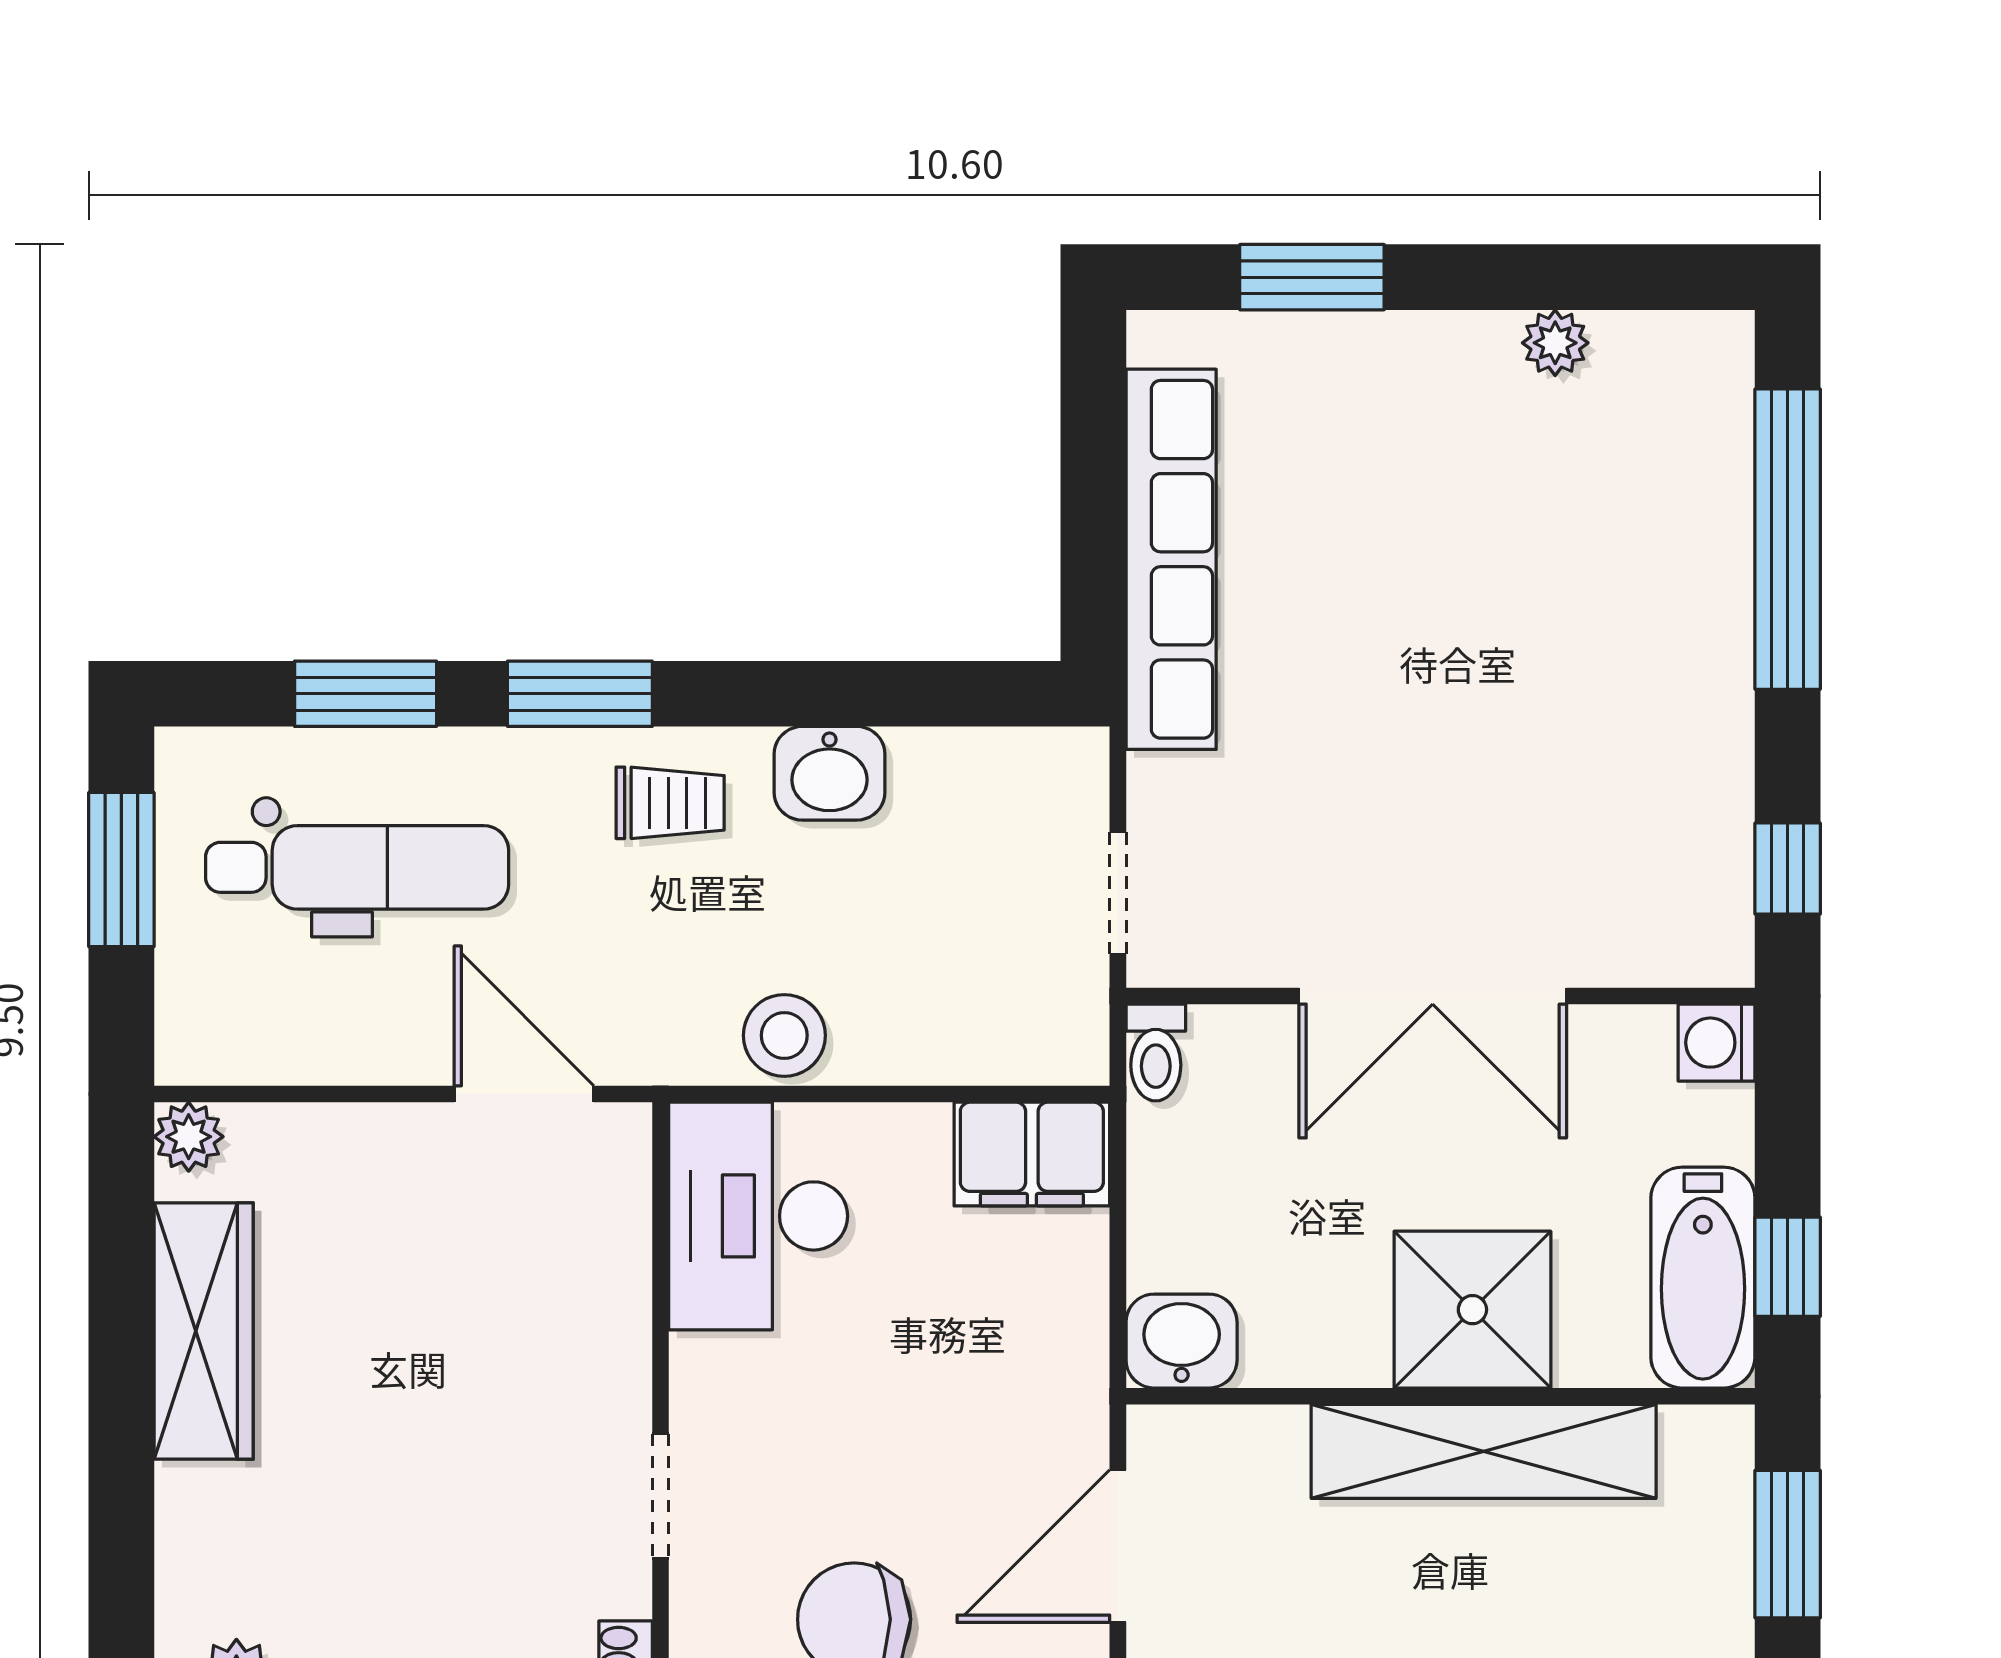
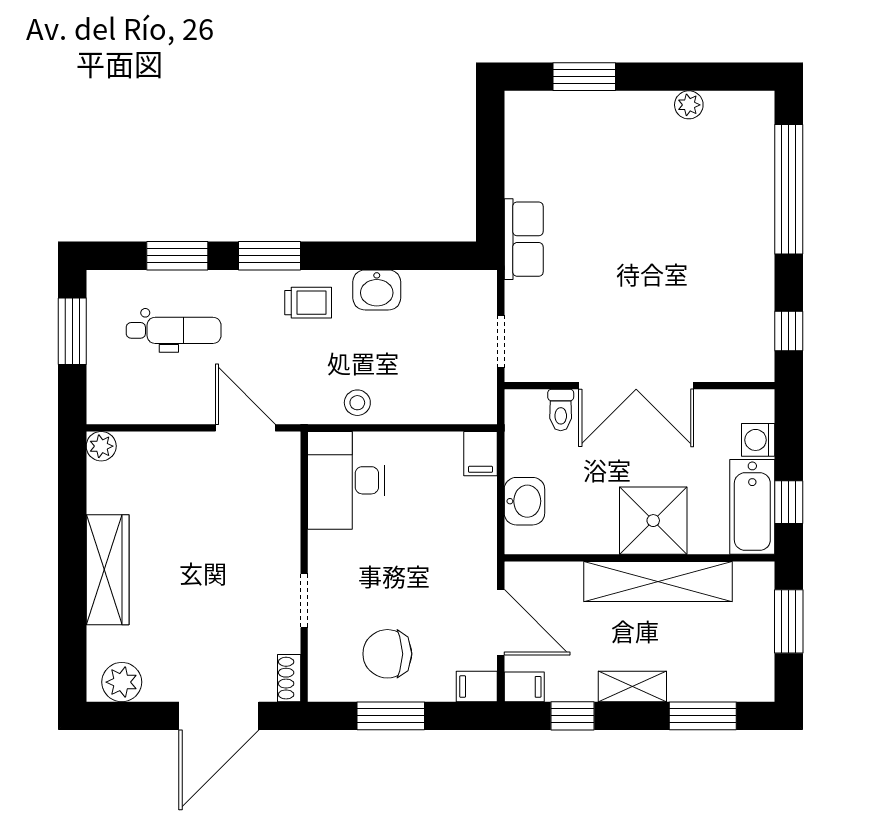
row of seats: (1171, 559) -> (524, 239), width x0.50
dental chair: (357, 867) -> (174, 330), width x0.73, depth x0.72
stool: (784, 1035) -> (357, 403), width x0.73, depth x0.73
washing machine: (1716, 1043) -> (758, 440), moved
toilet: (1156, 1053) -> (561, 410), moved
filing cabinet: (1032, 1154) -> (481, 454), width x0.50
wardrobe: (204, 1331) -> (108, 570), moved
washbasin: (1182, 1341) -> (524, 501), moved, turned 90
door: (1118, 1546) -> (501, 622), swing flipped

